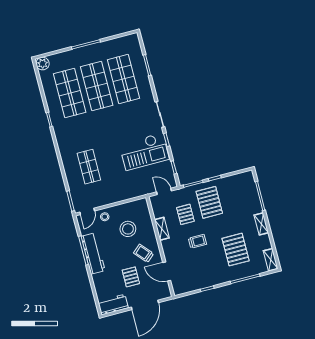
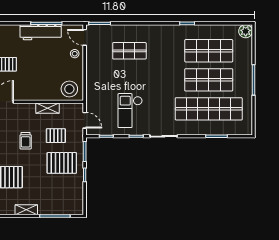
shop shelf: (123, 79) -> (209, 109), width x1.40
checkout: (144, 152) -> (130, 111), width x0.73, depth x0.83
door: (164, 191) -> (85, 120), hinge flipped
stool: (128, 229) -> (69, 89), moved
trolley: (144, 253) -> (28, 83), removed

